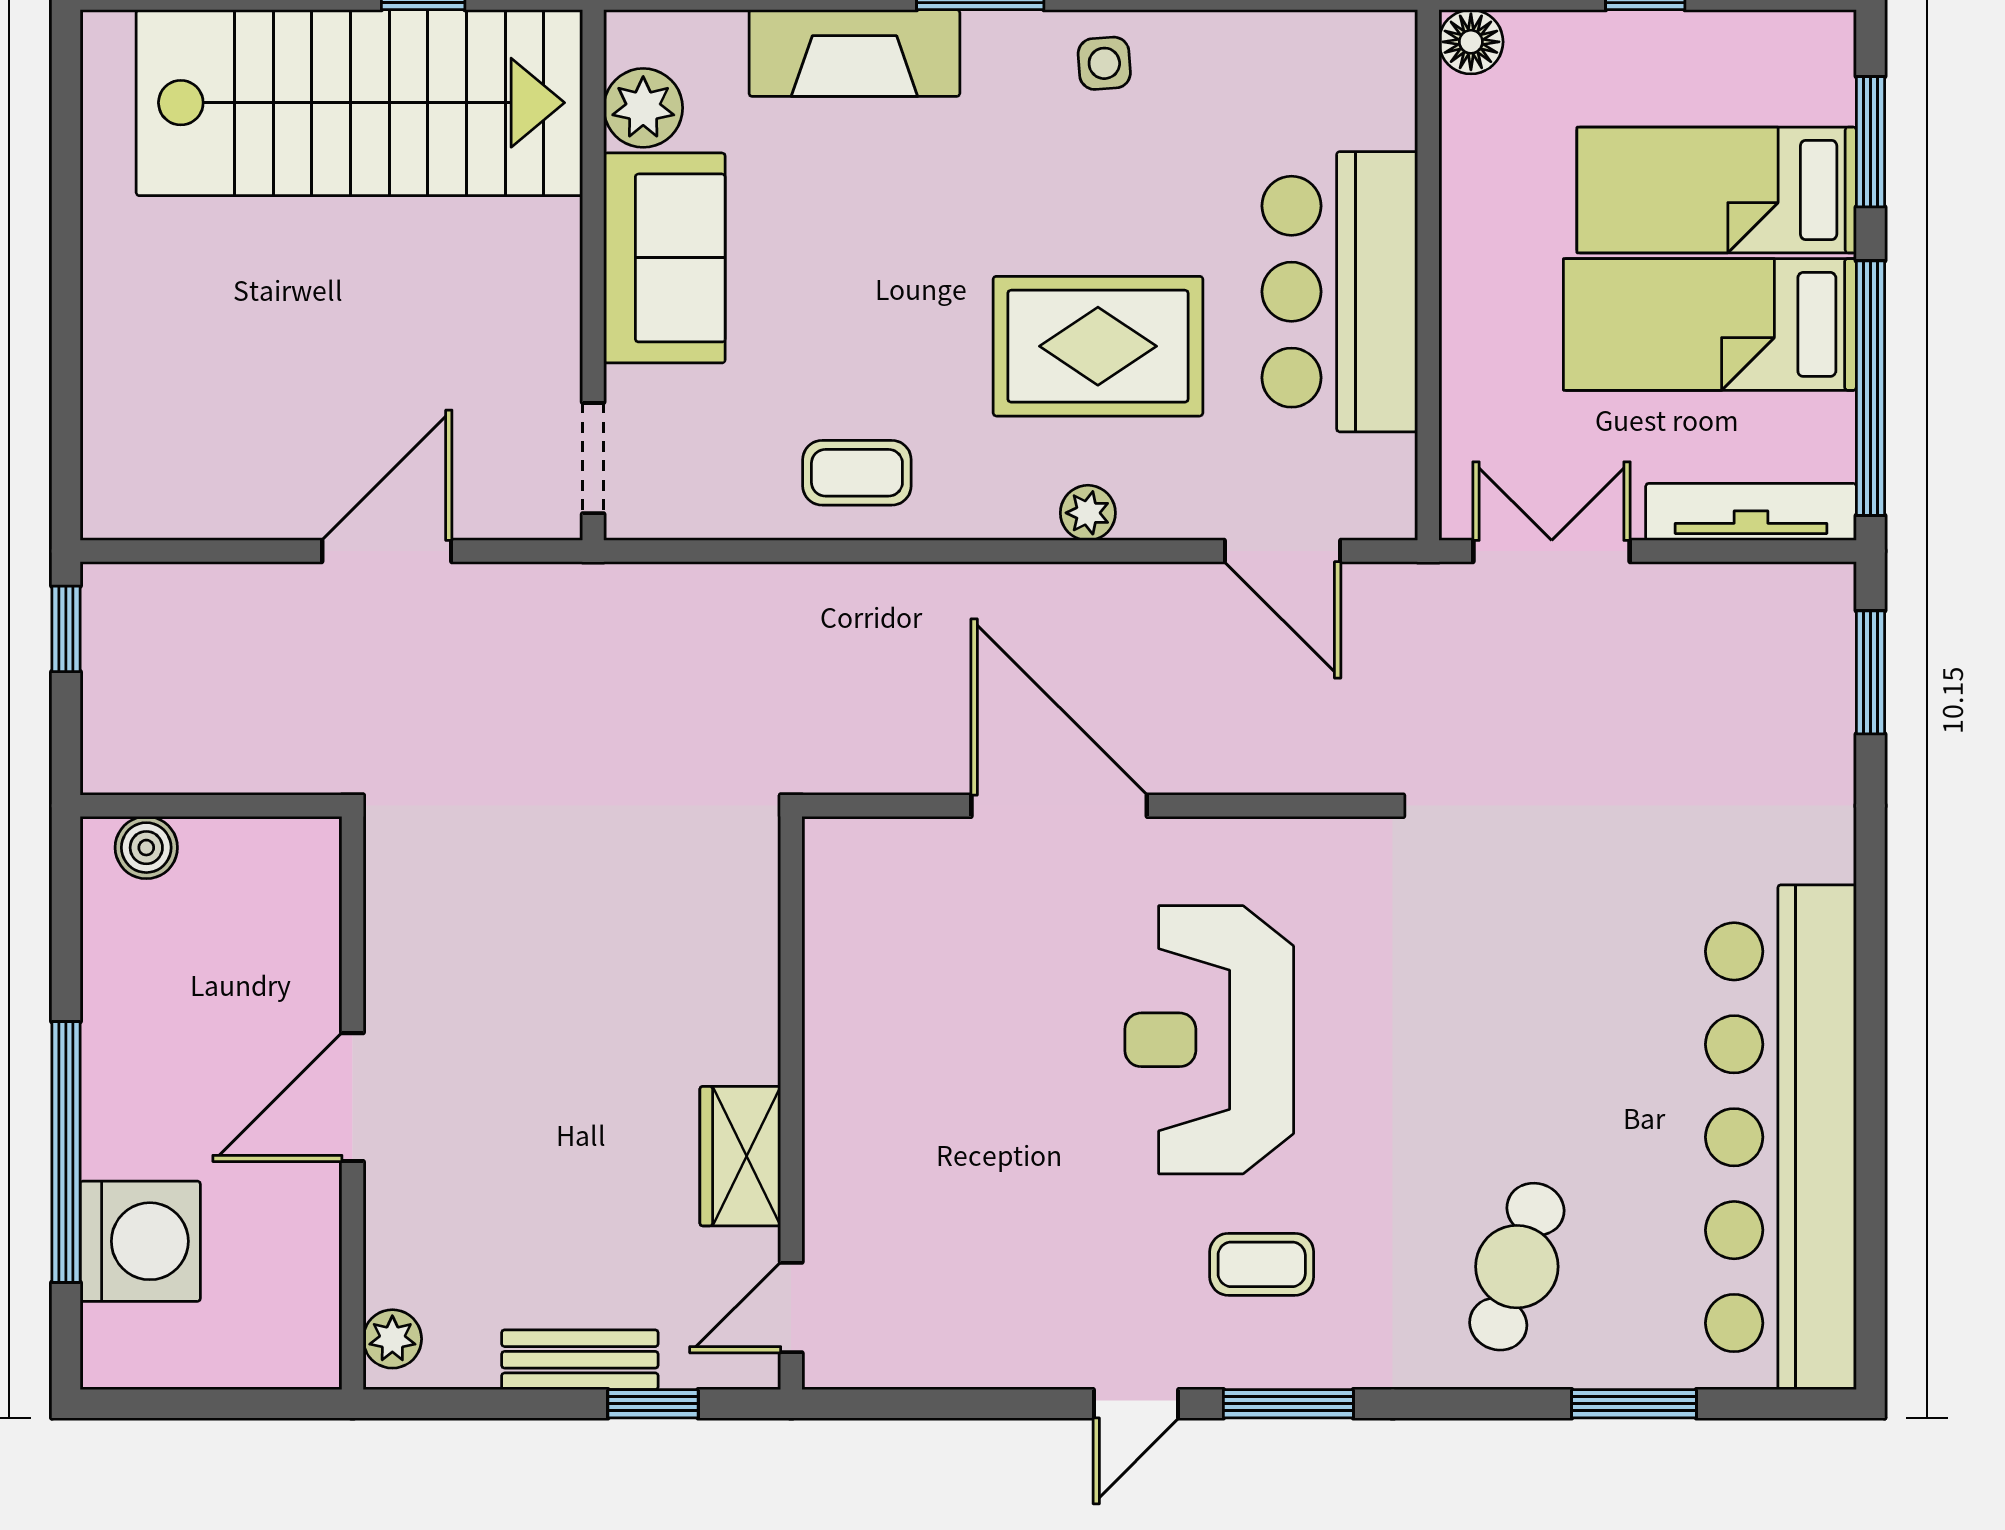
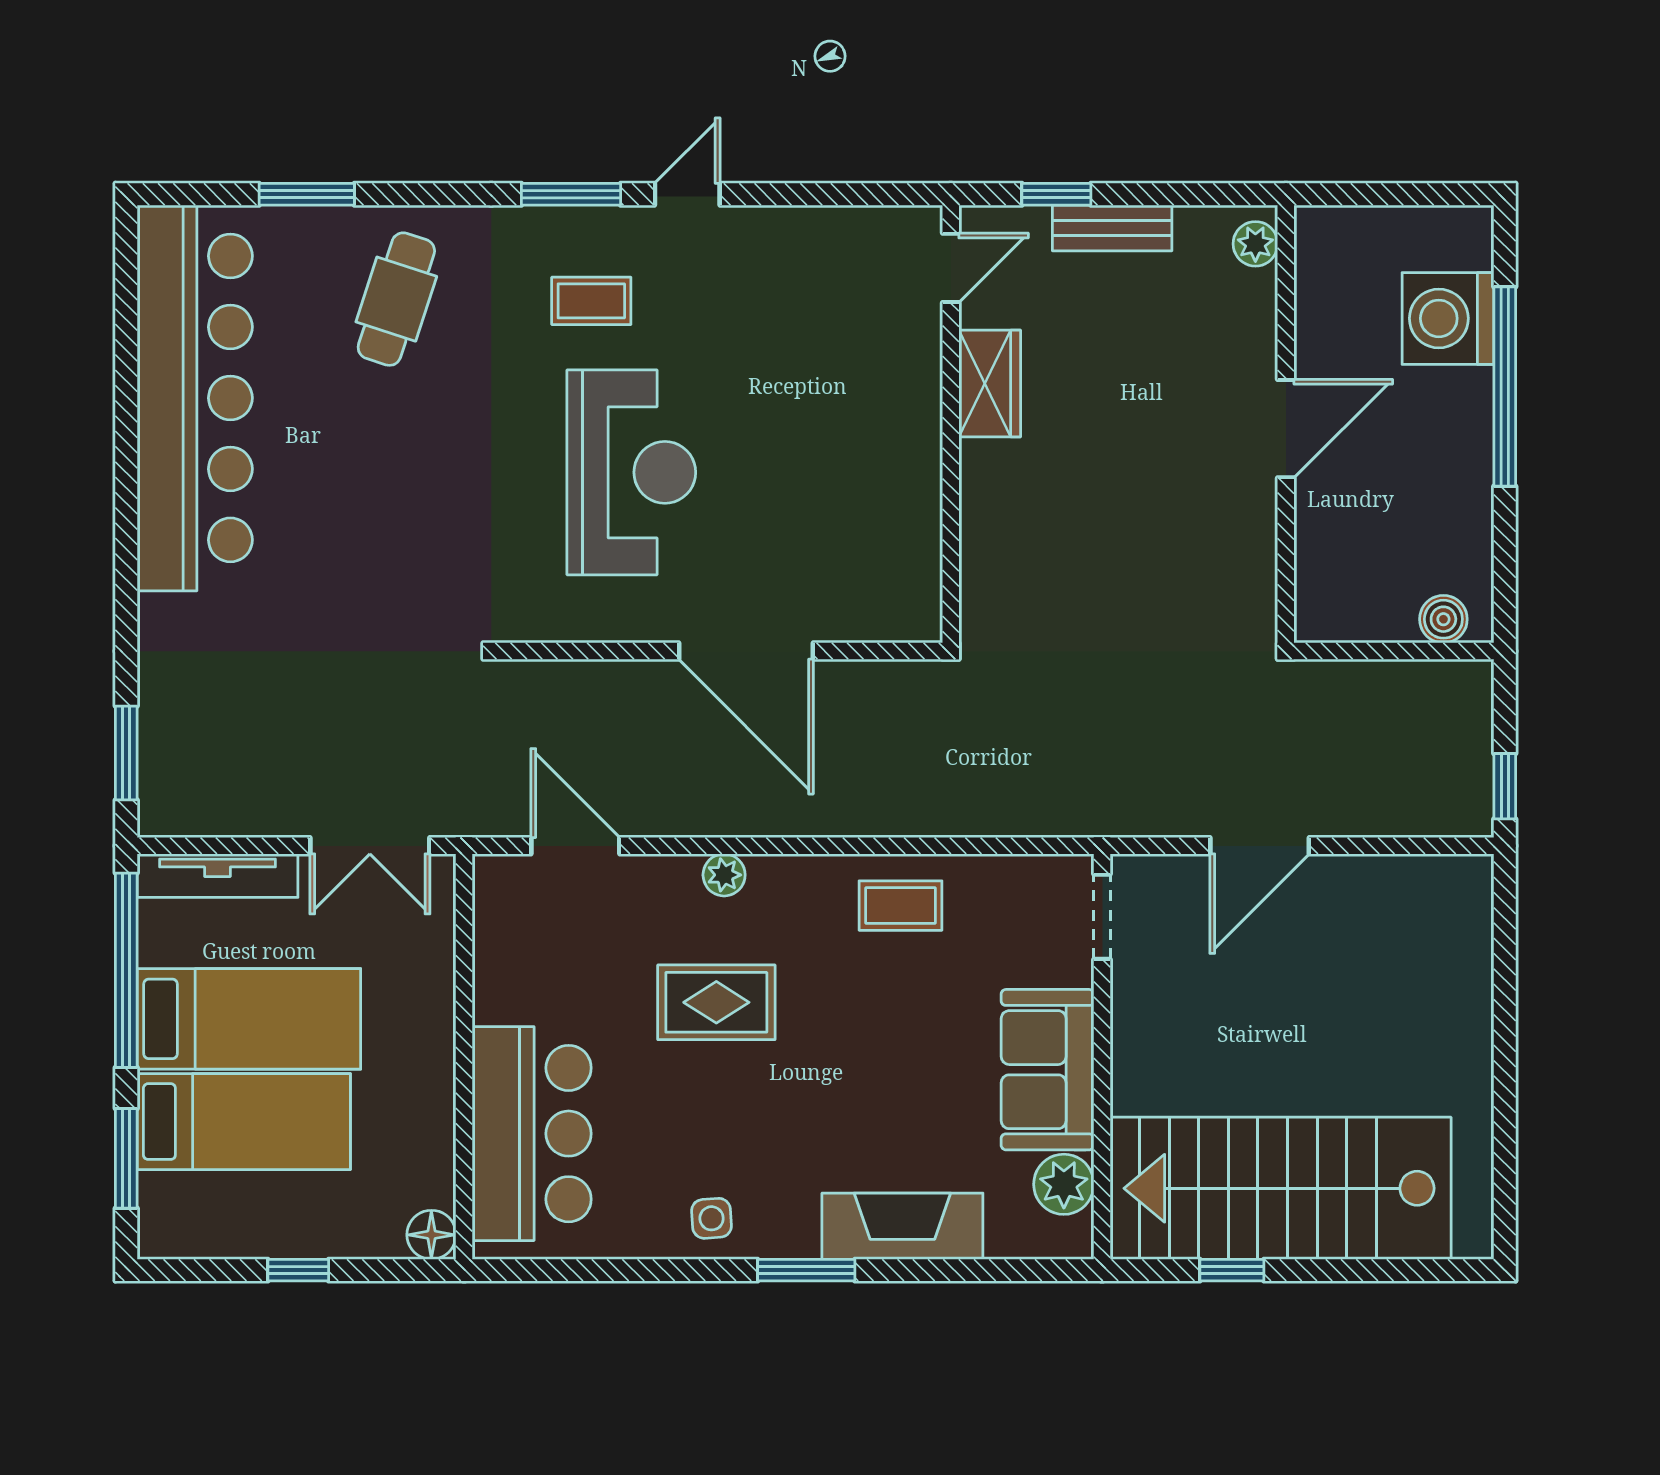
bar counter: (1340, 292) -> (532, 1134), moved
rug: (1098, 346) -> (716, 1002), width x0.73, depth x0.70

